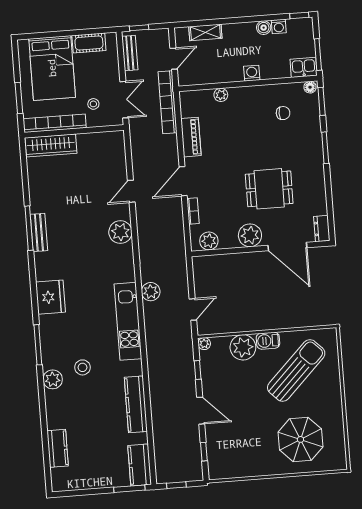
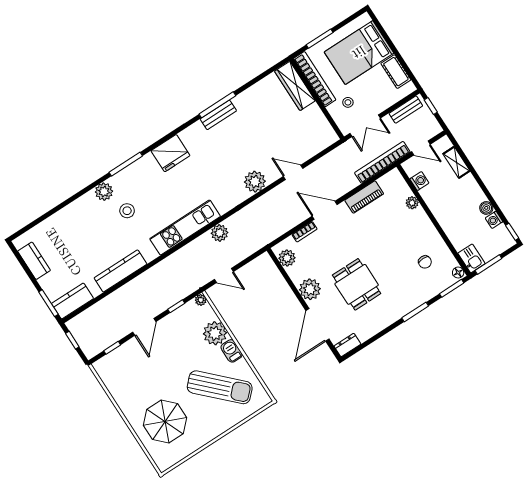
washing machine: (252, 73) -> (419, 181), moved
kitchen counter: (58, 448) -> (34, 261), moved, turned -90

